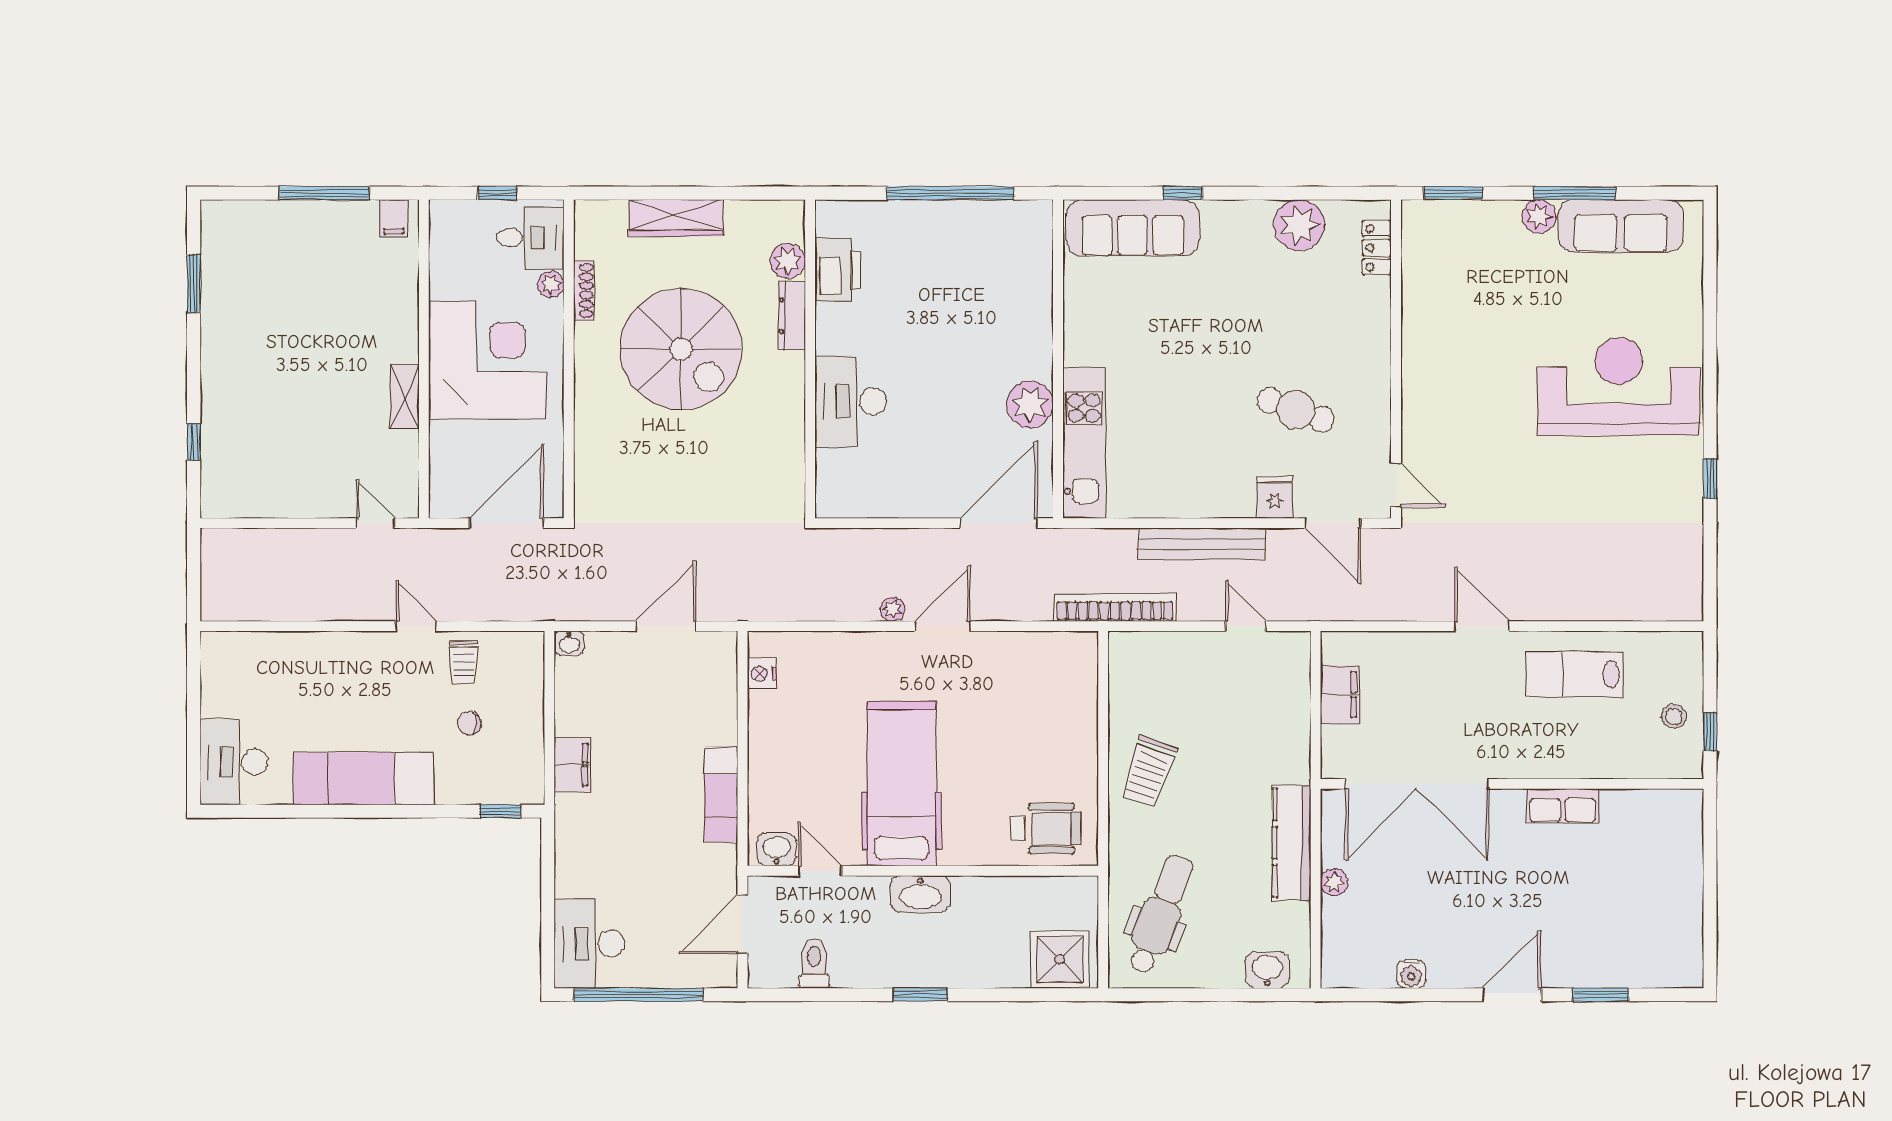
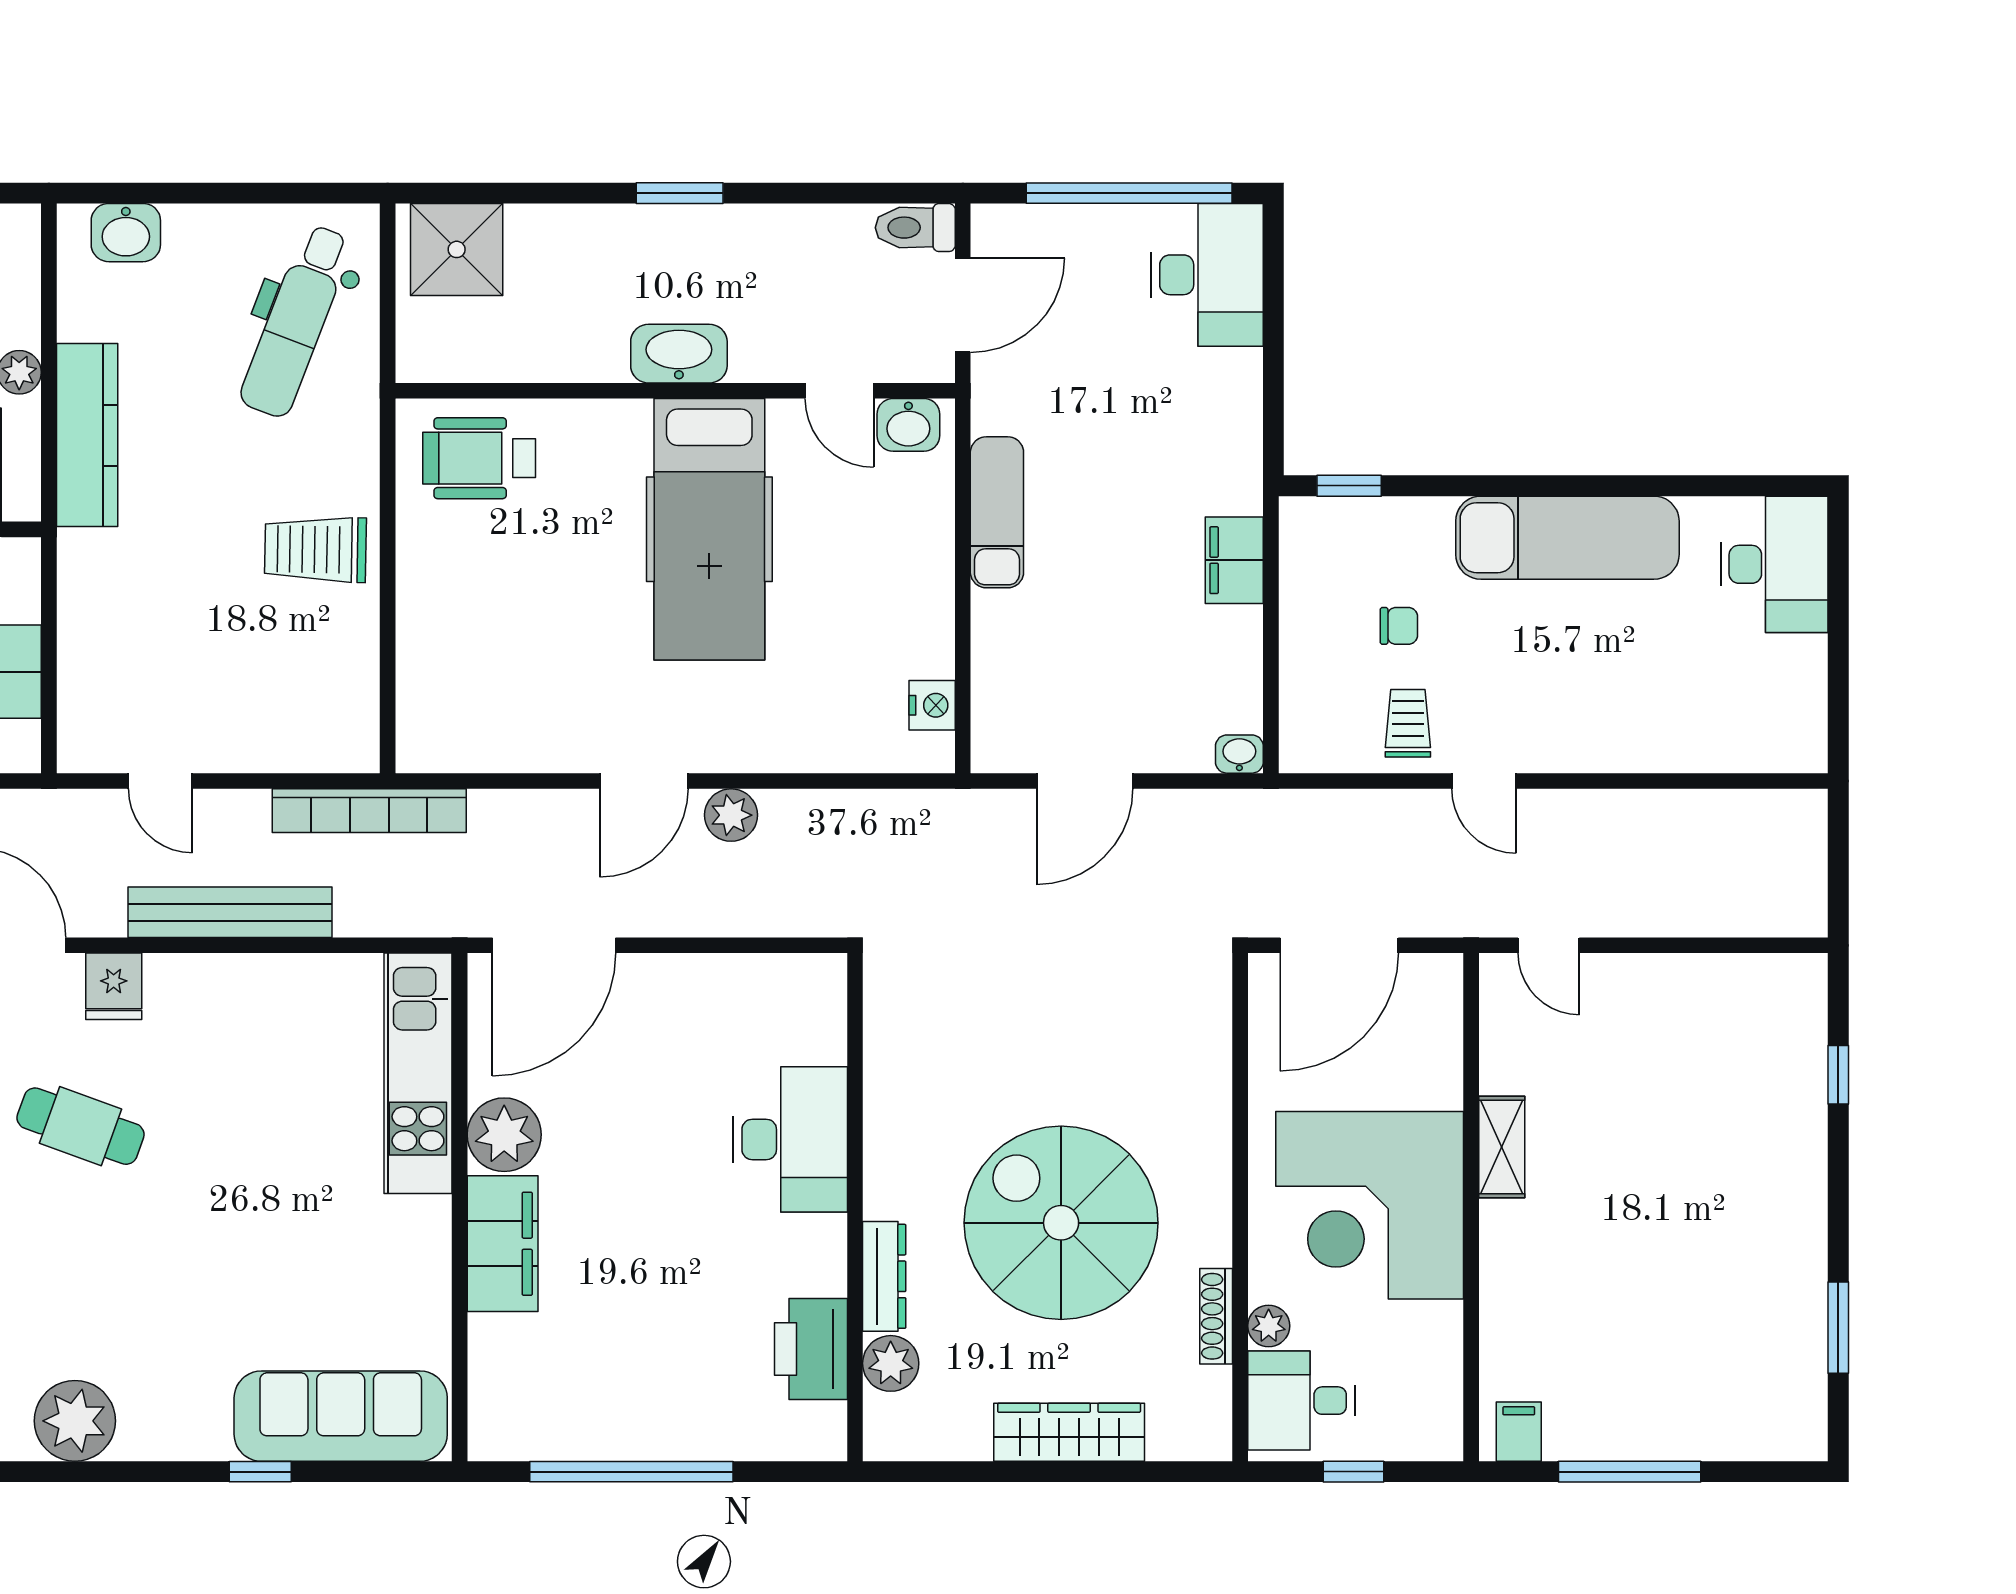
filing cabinet: (1031, 336) -> (503, 1244), added
plant: (892, 609) -> (731, 815), width x1.38, depth x1.38
trolley: (1148, 771) -> (315, 549), turned -109
toilet: (814, 963) -> (915, 228), moved, turned 90

